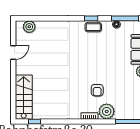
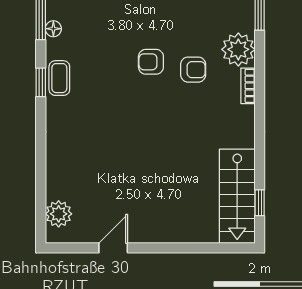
door: (13, 52) -> (113, 248), hinge flipped
armchair: (101, 70) -> (151, 62), added
stairs: (24, 97) -> (237, 196), moved, turned -90

